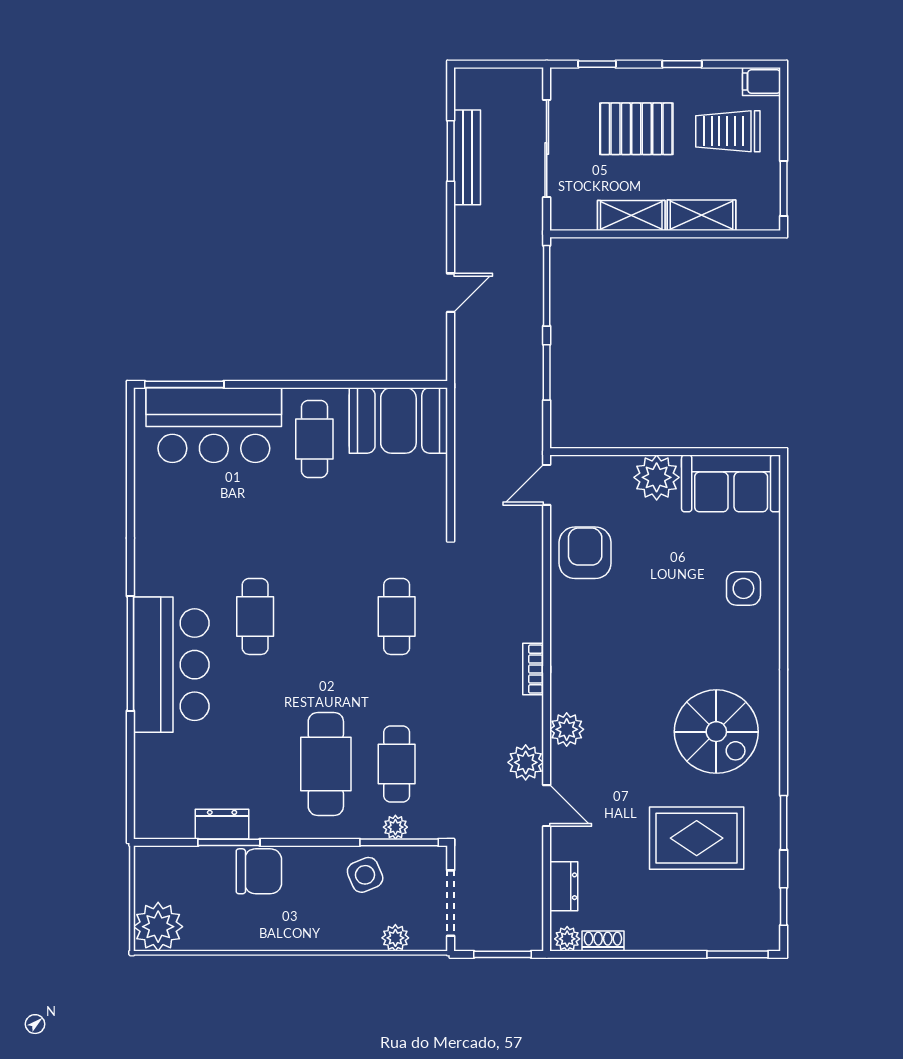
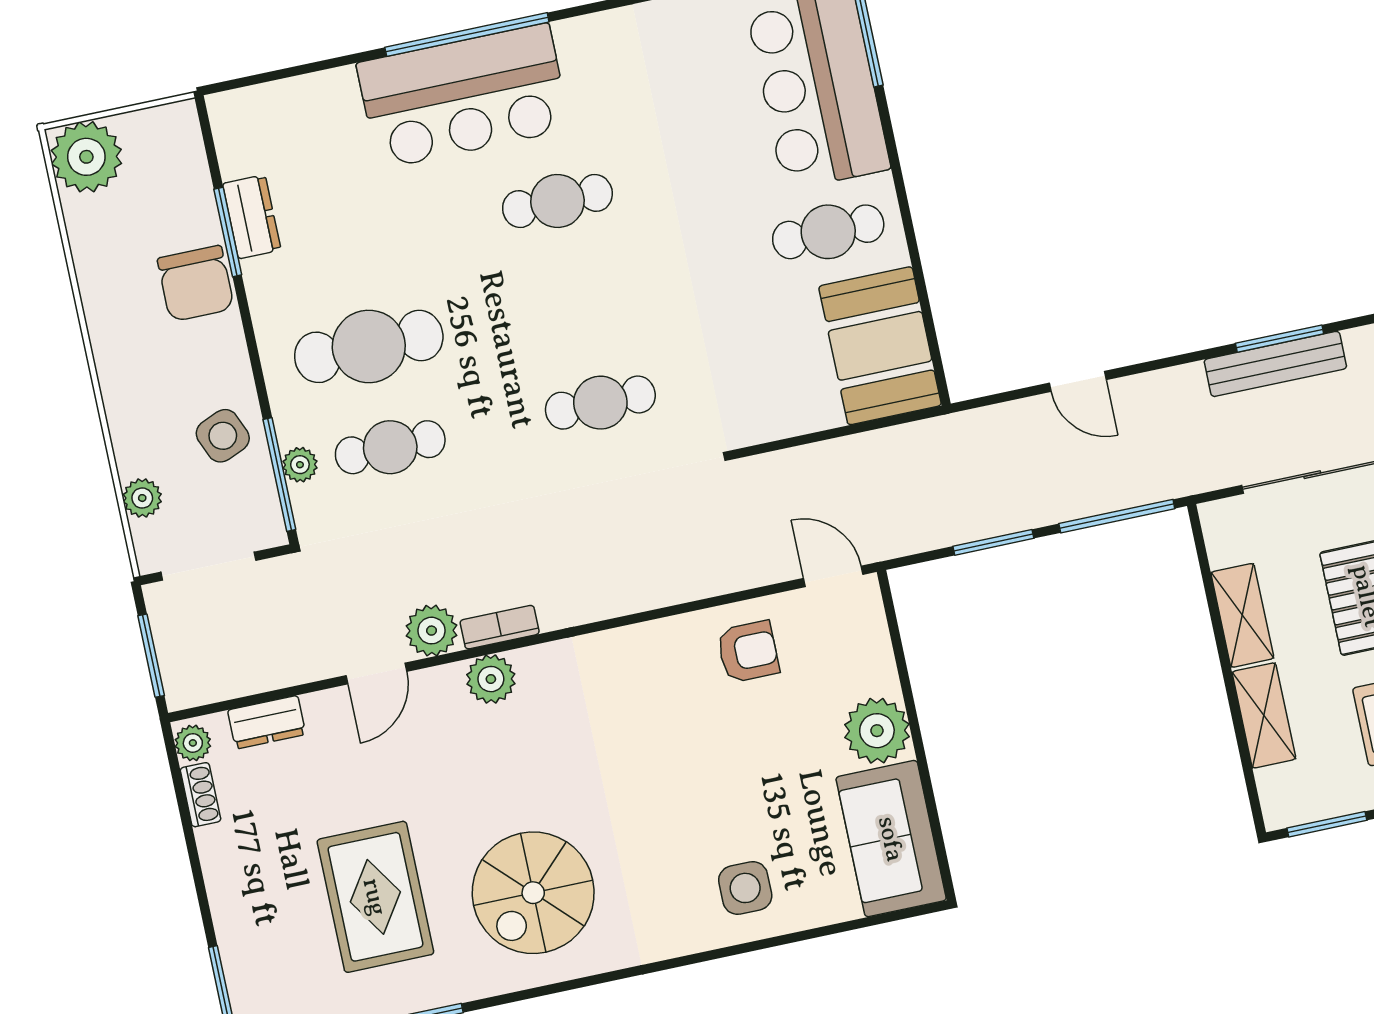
armchair: (585, 553) -> (748, 652), width x0.72, depth x0.72
bookcase: (533, 669) -> (500, 627), moved

